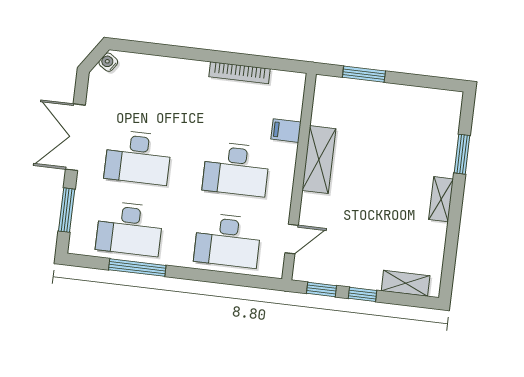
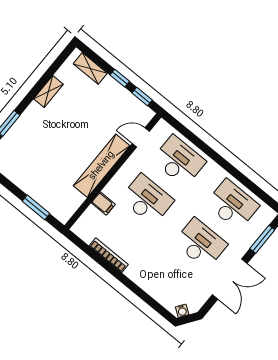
shelving: (319, 160) -> (102, 166), width x1.47
shelving: (441, 199) -> (48, 92), moved
window: (137, 268) -> (242, 179), removed

